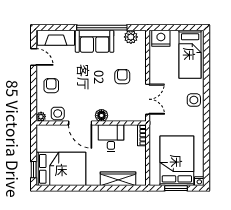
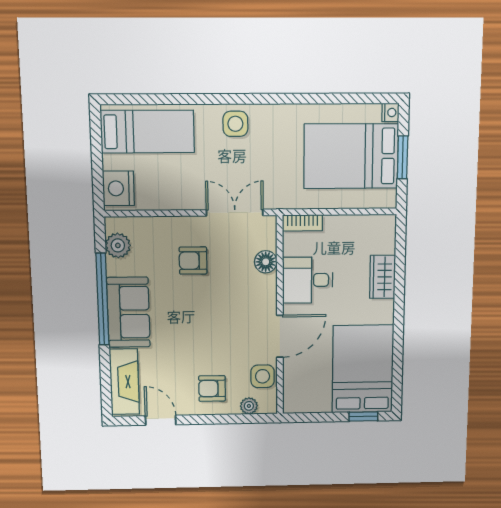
door: (34, 57) -> (161, 420), hinge flipped
floor lamp: (101, 115) -> (266, 262), moved
plant: (41, 117) -> (249, 406), moved
wardrobe: (118, 179) -> (383, 277), width x0.67

